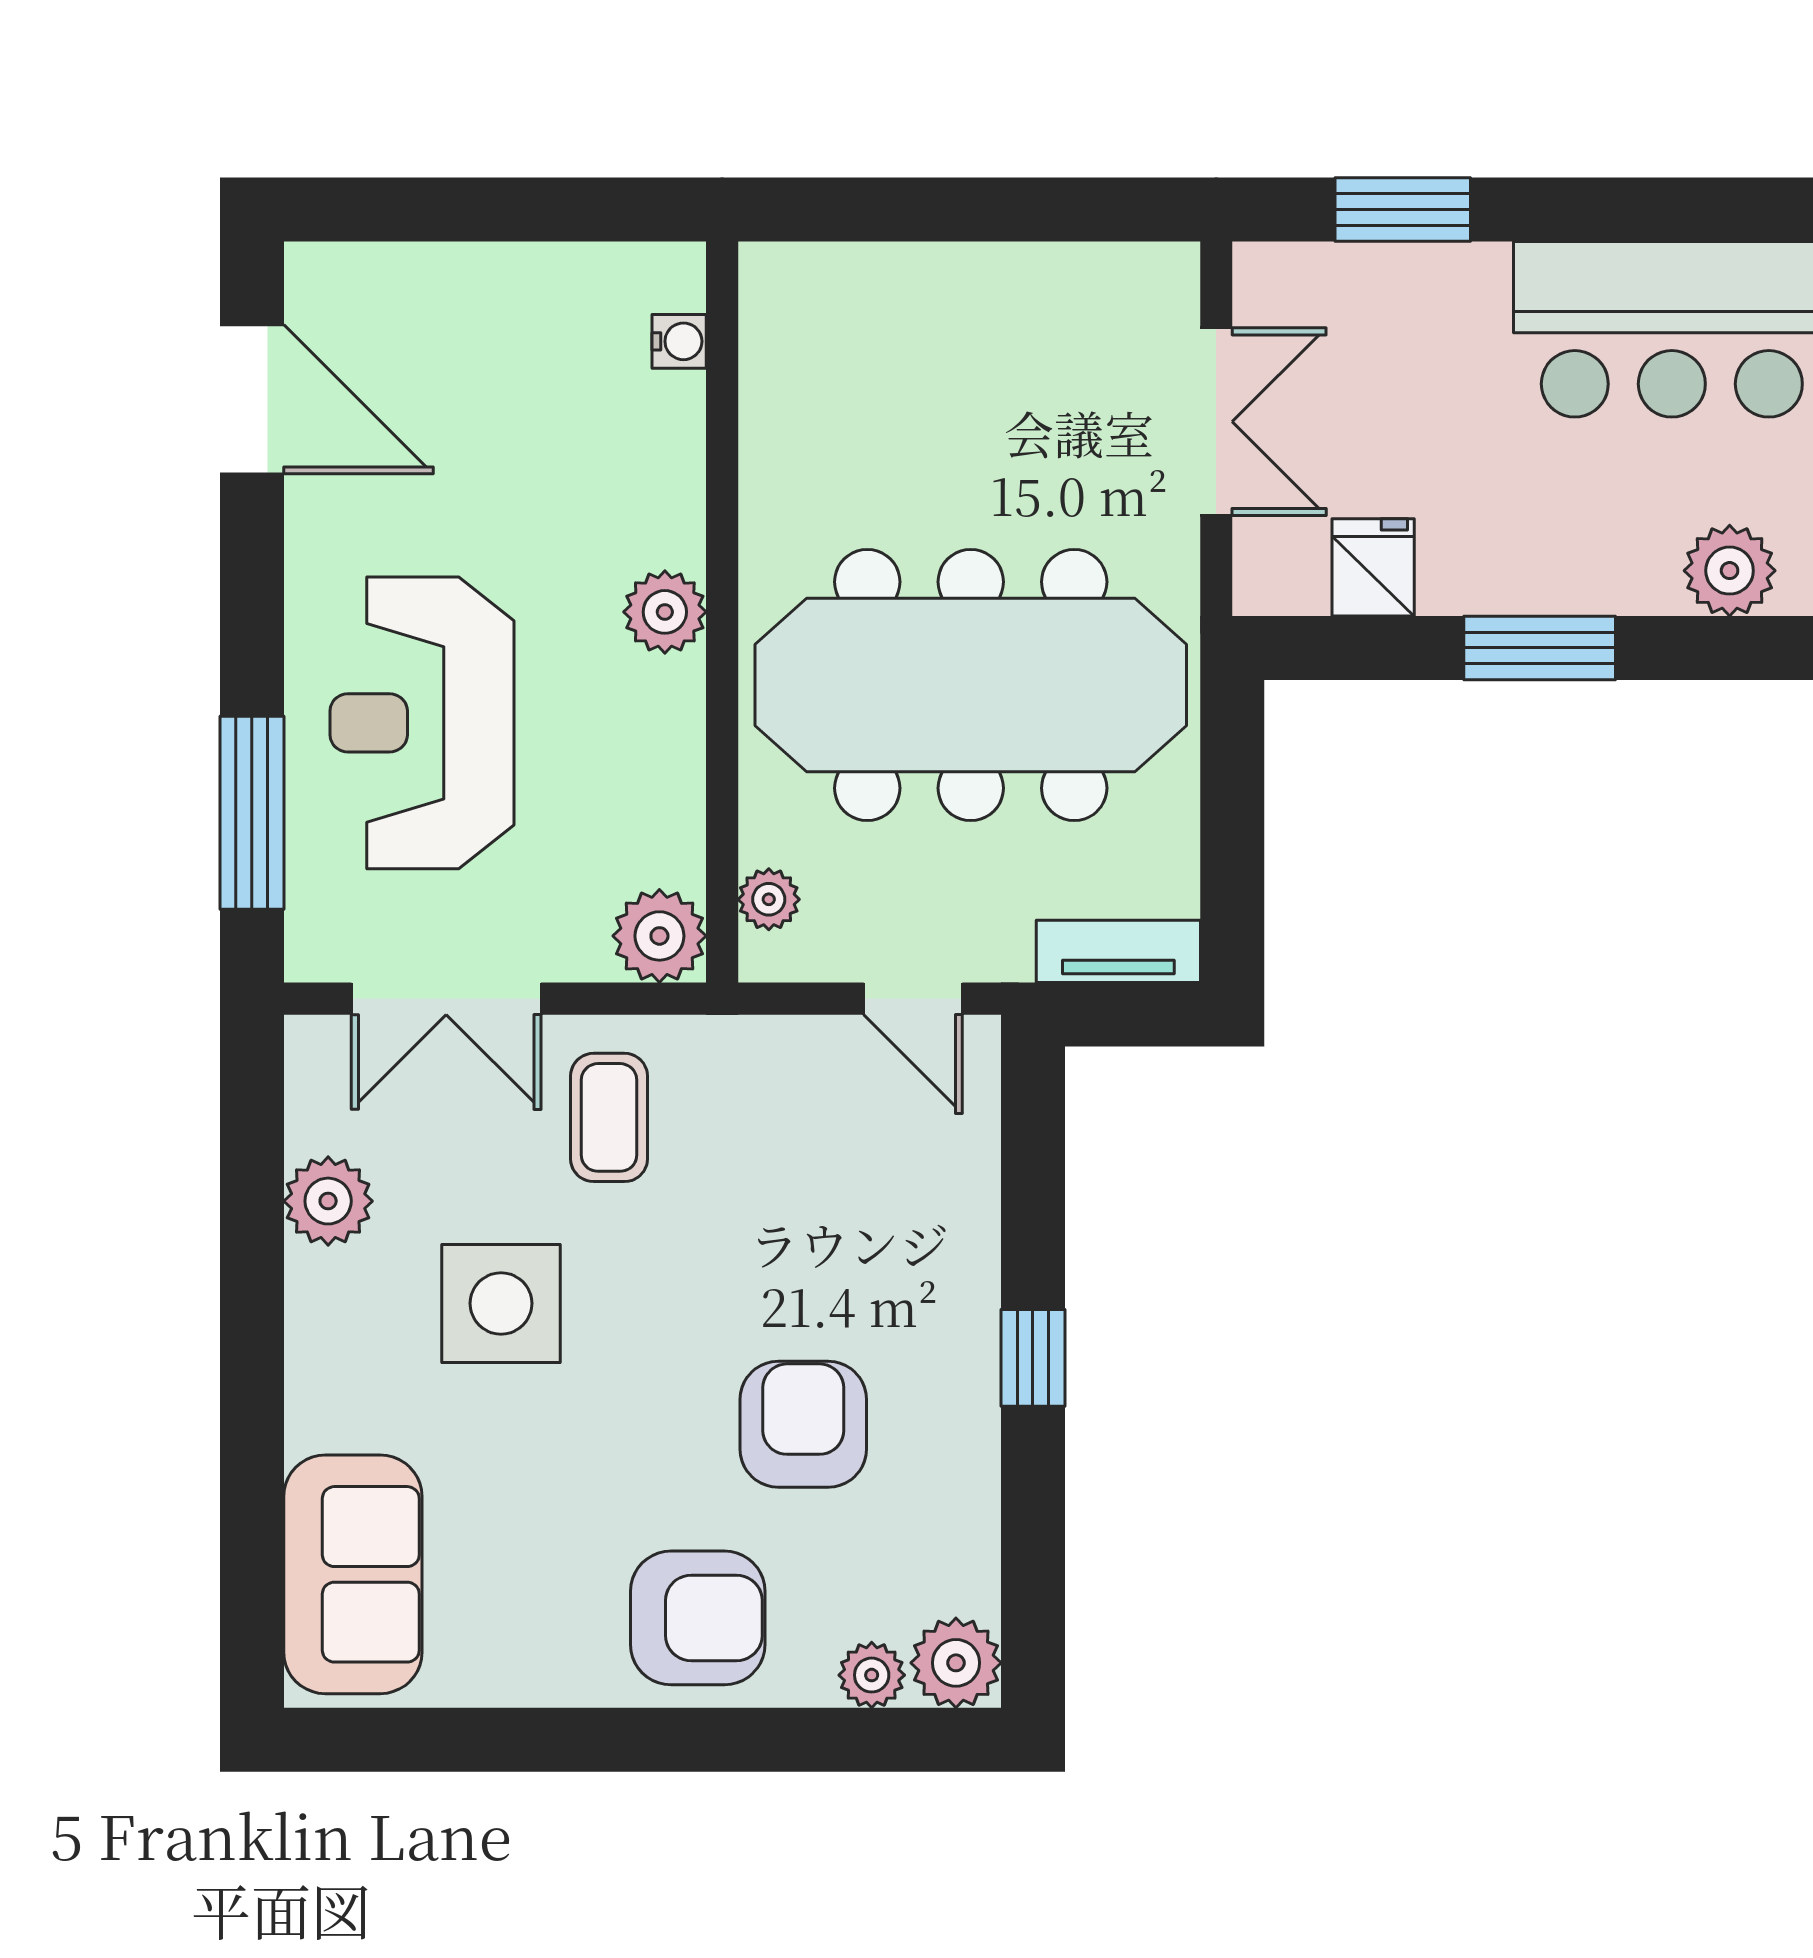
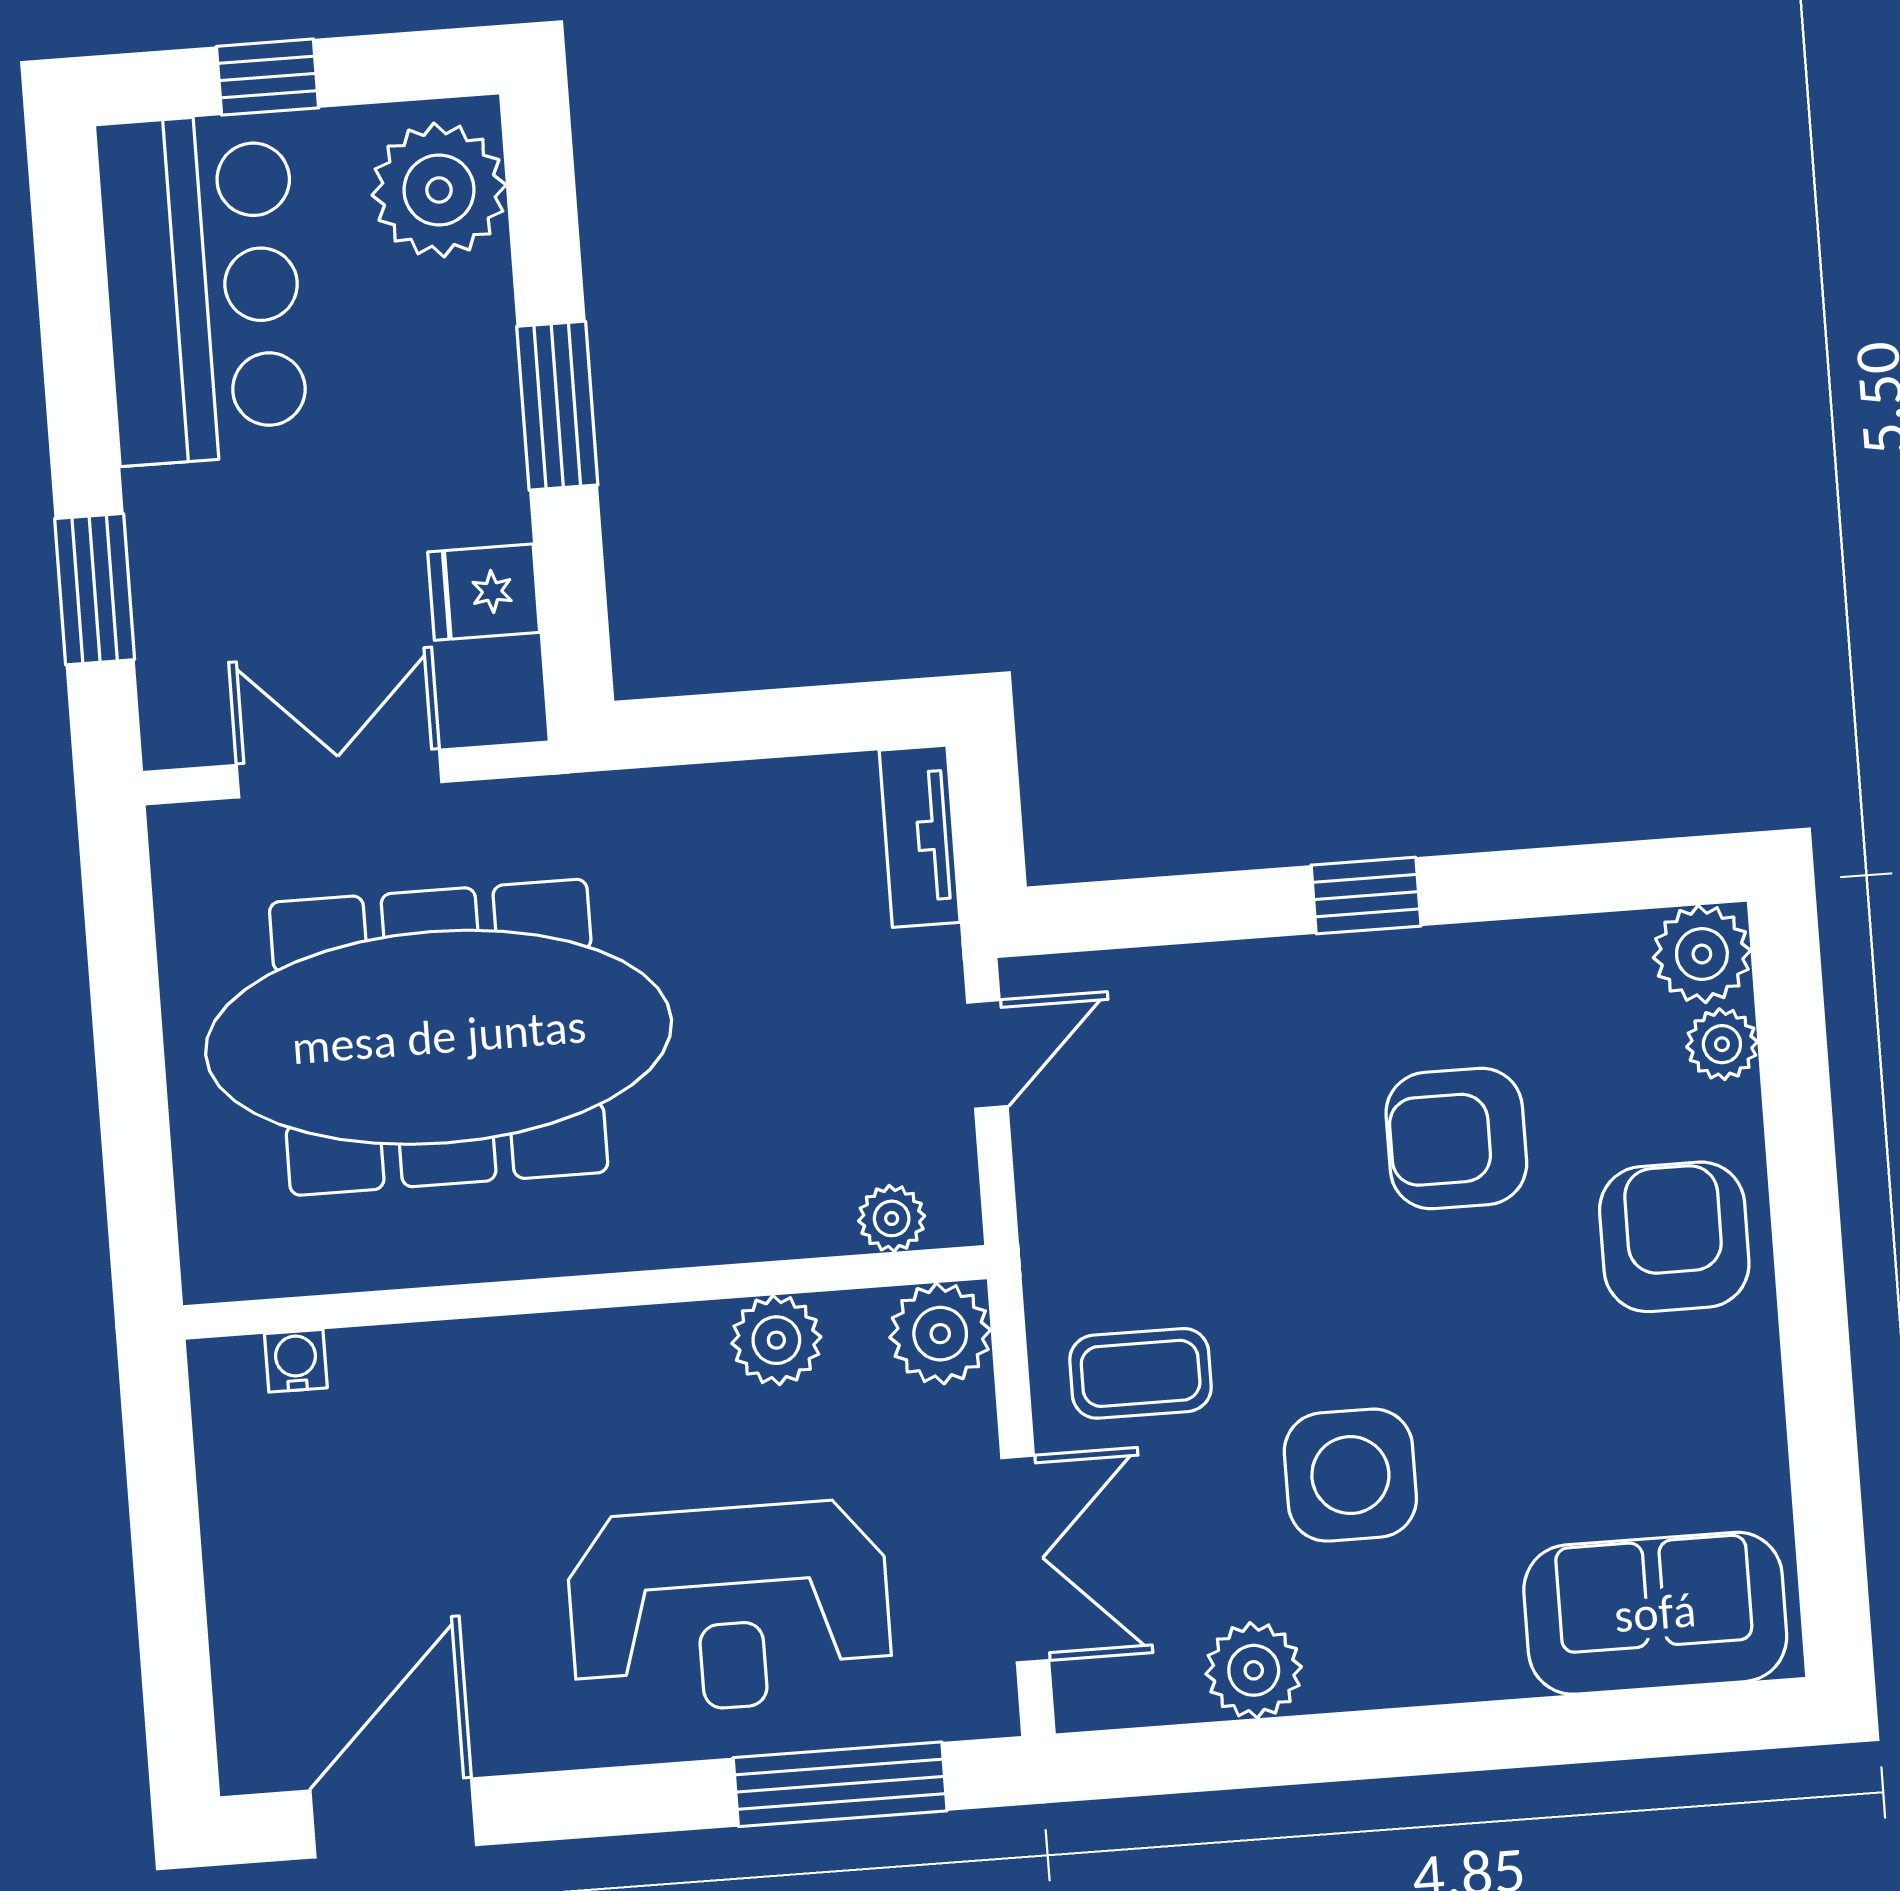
plant: (1730, 571) -> (439, 190), width x1.36, depth x1.36
plant: (665, 612) -> (776, 1340), moved
meeting table: (971, 685) -> (439, 1037), moved, turned 90

